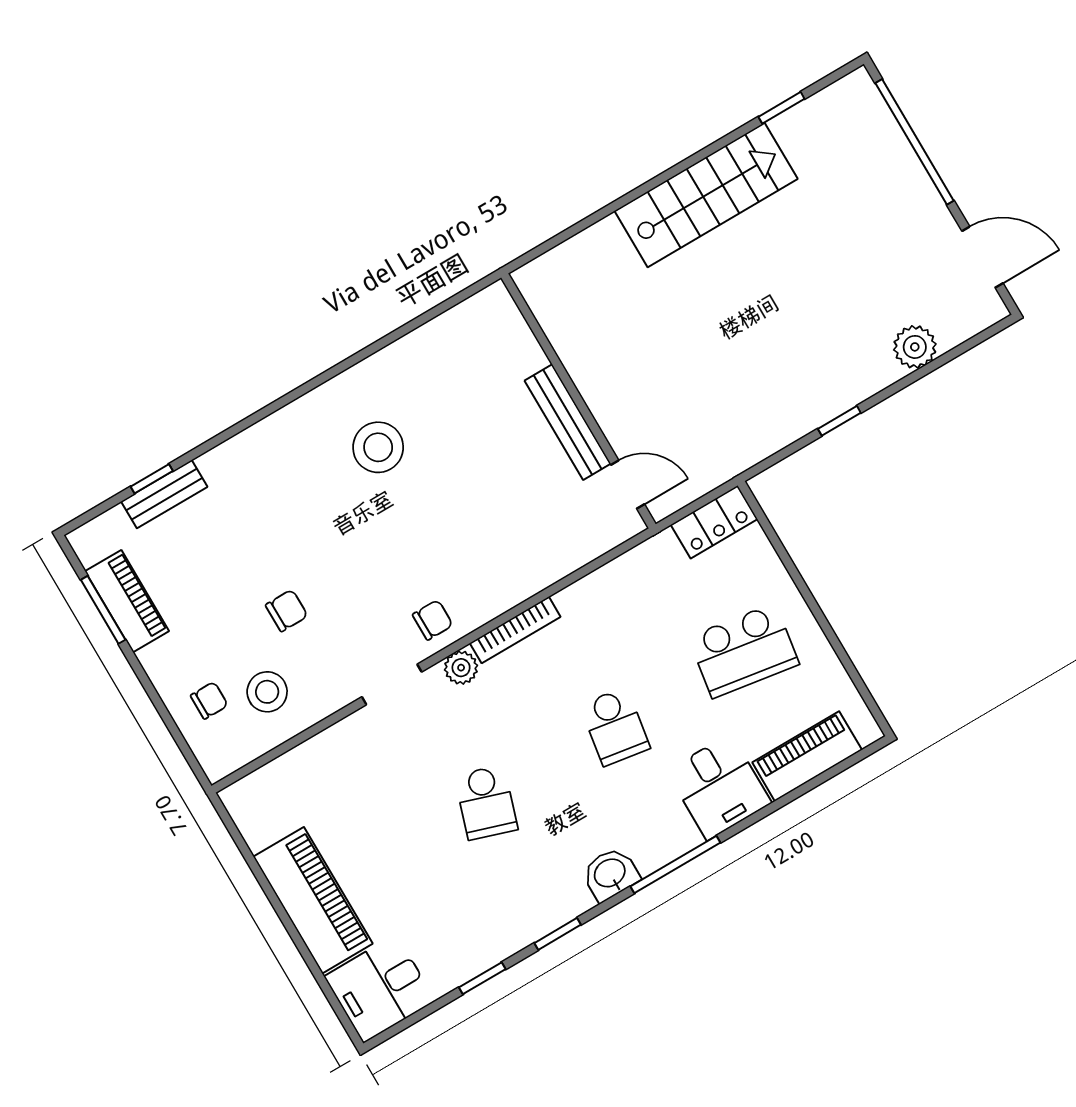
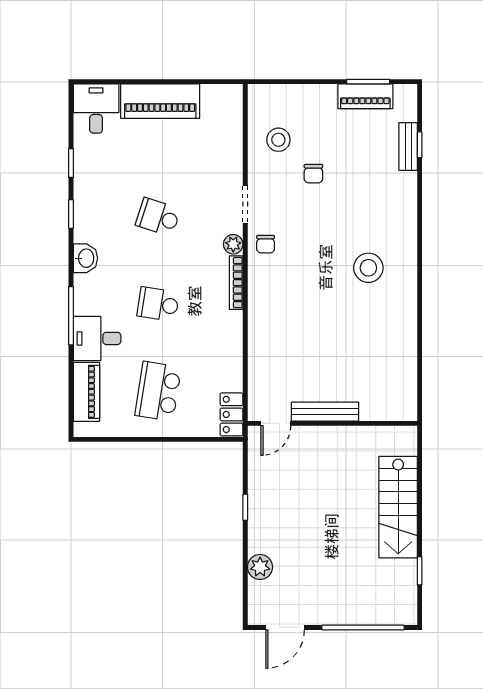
wall: (578, 401) -> (332, 423), moved
bench: (568, 422) -> (325, 412), moved
door: (628, 484) -> (276, 423), moved
chair: (209, 700) -> (291, 108), removed
window: (675, 865) -> (71, 316), moved

